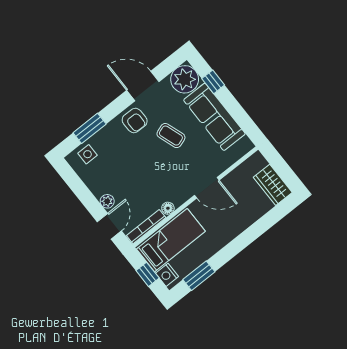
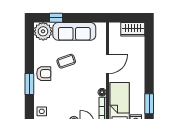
door: (143, 86) -> (29, 55), removed
window: (90, 128) -> (29, 84), moved

